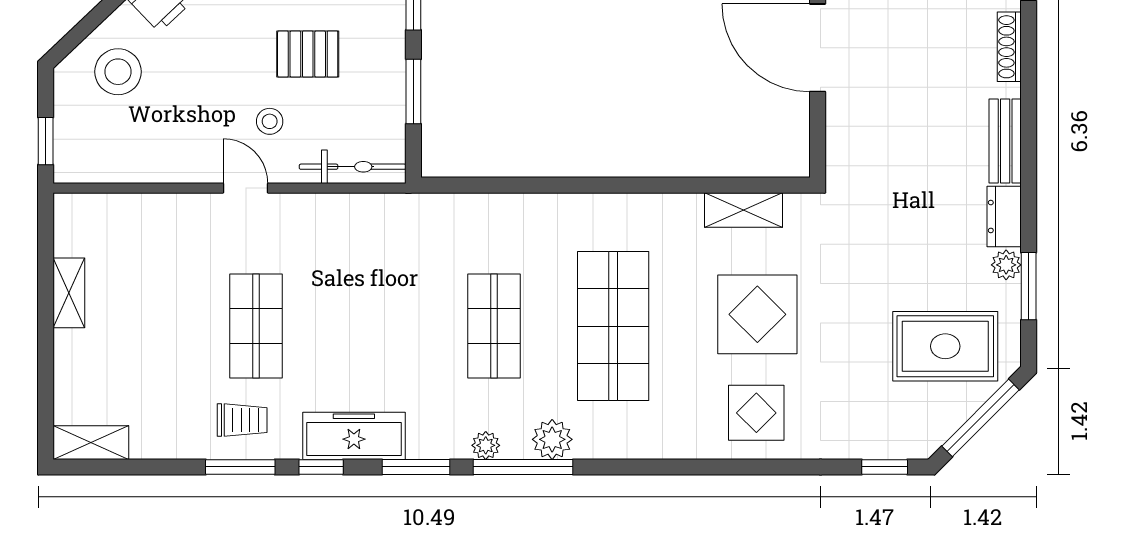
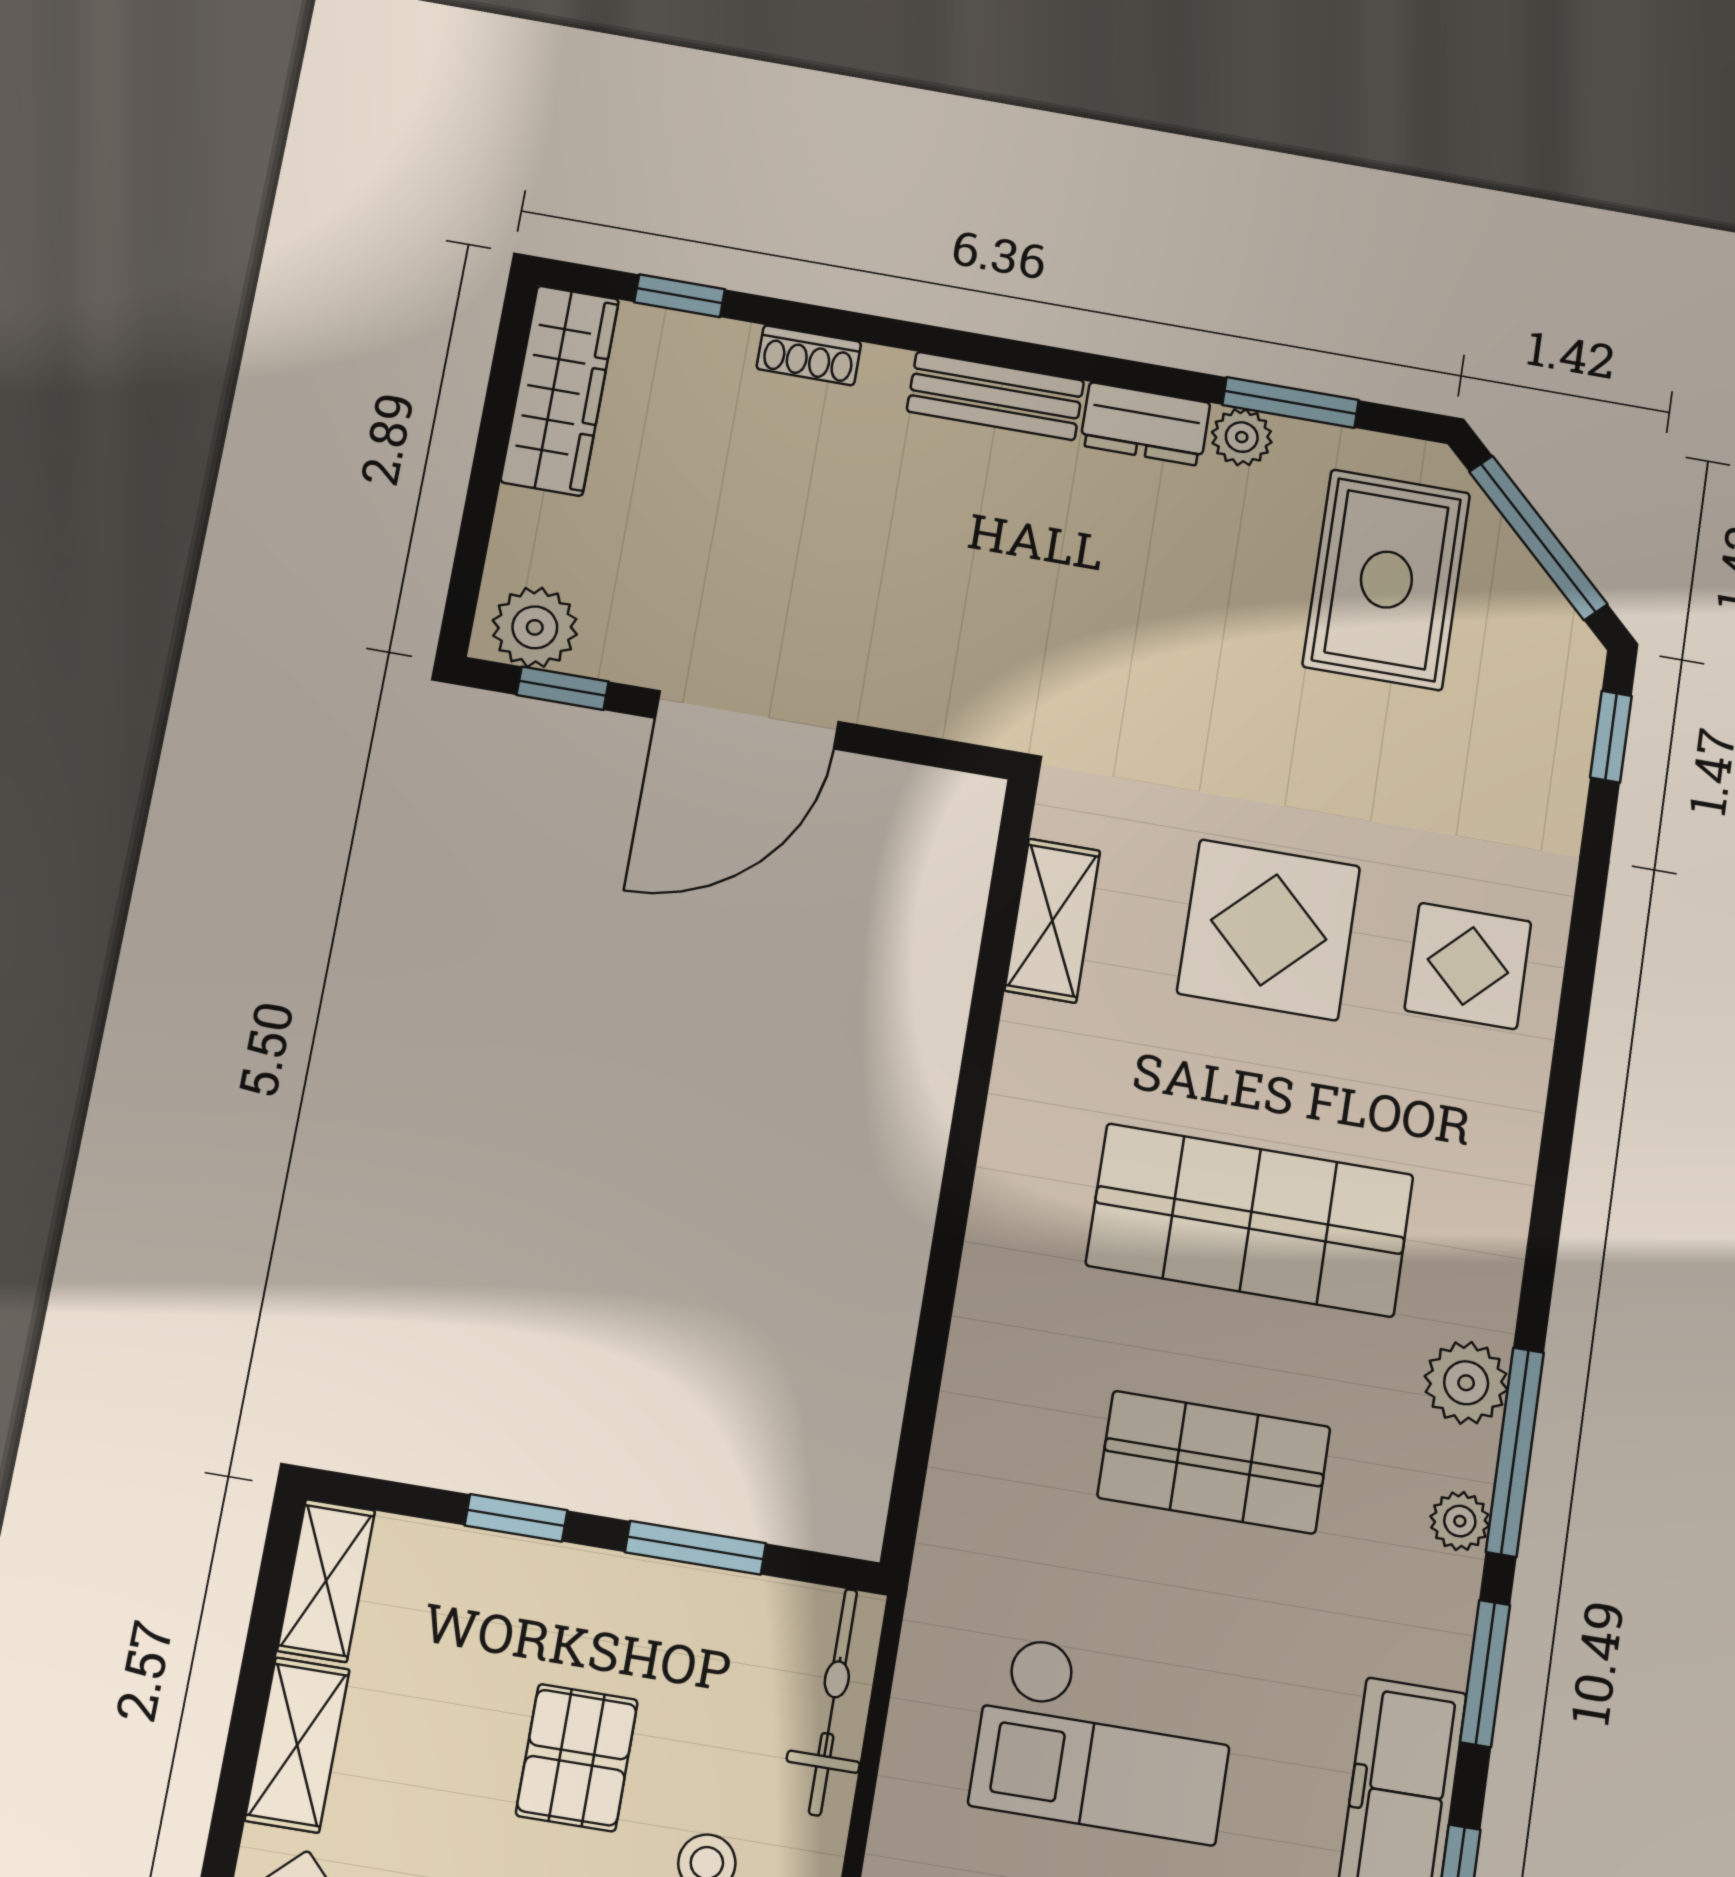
shoe rack: (1009, 47) -> (809, 355), width x0.70
checkout: (356, 294) -> (1104, 1739), added

